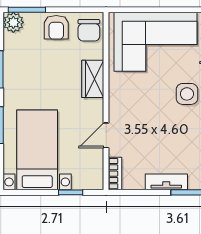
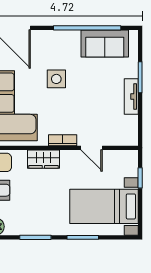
bookcase: (115, 174) -> (63, 140), moved

